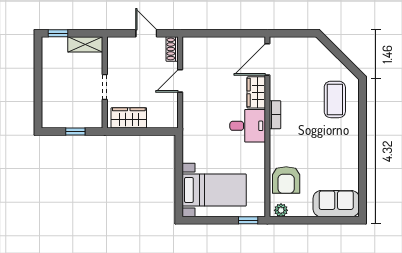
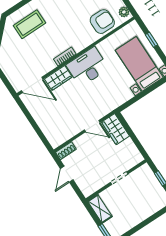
door: (180, 81) -> (92, 126), moved
wardrobe: (129, 118) -> (115, 129), moved
desk: (248, 126) -> (87, 67), width x1.37
window: (248, 220) -> (152, 40), moved

